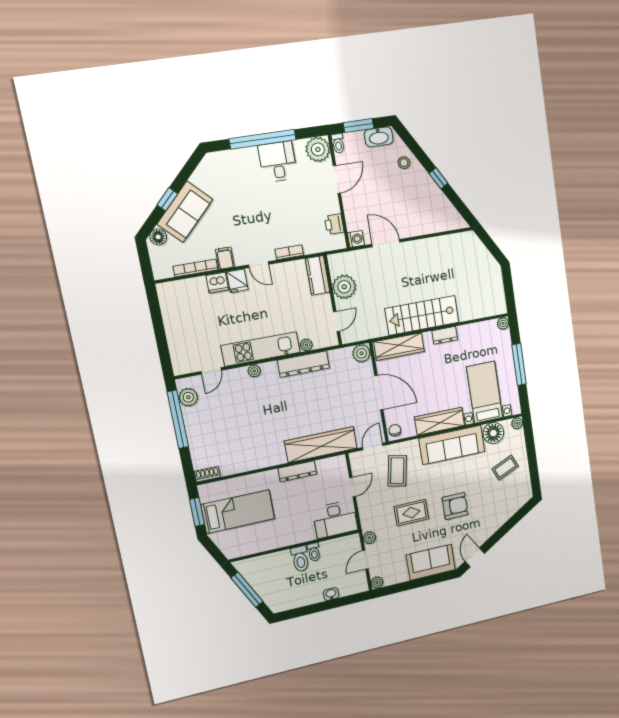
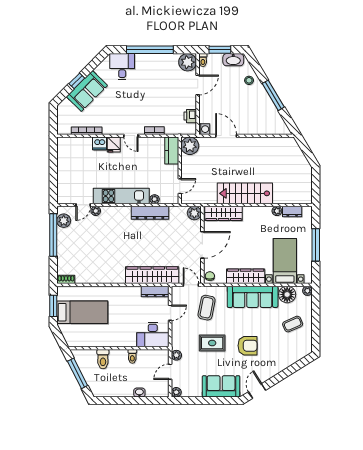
desk: (278, 162) -> (122, 67), moved
window: (438, 178) -> (273, 95), width x2.17
floor lamp: (158, 237) -> (65, 105), removed
filing cabinet: (225, 258) -> (108, 127), removed
plant: (344, 287) -> (190, 146), moved
plant: (503, 323) -> (277, 211), moved
dresser: (445, 335) -> (292, 211), moved
plant: (254, 371) -> (96, 211), moved
door: (379, 393) -> (202, 245), hinge flipped
door: (373, 446) -> (191, 285), hinge flipped
dresser: (297, 471) -> (155, 291), moved
toilet: (300, 559) -> (103, 359), moved

